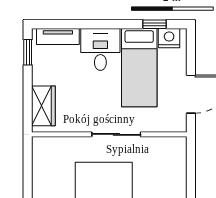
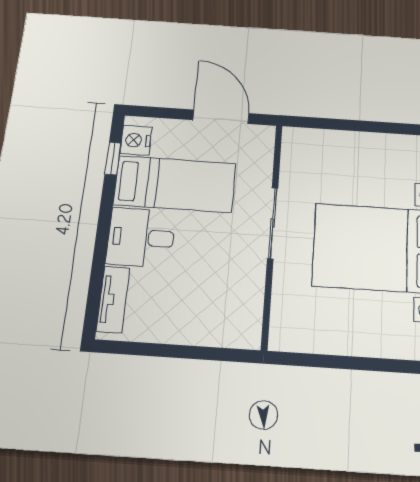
window: (28, 52) -> (132, 348), removed
wardrobe: (43, 106) -> (220, 329), removed

